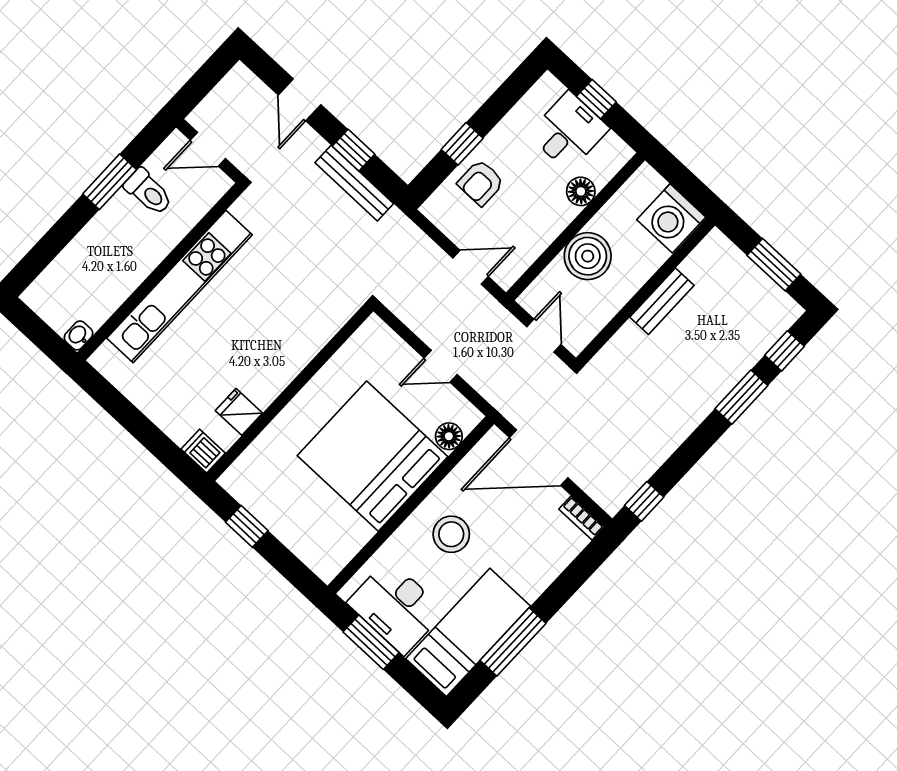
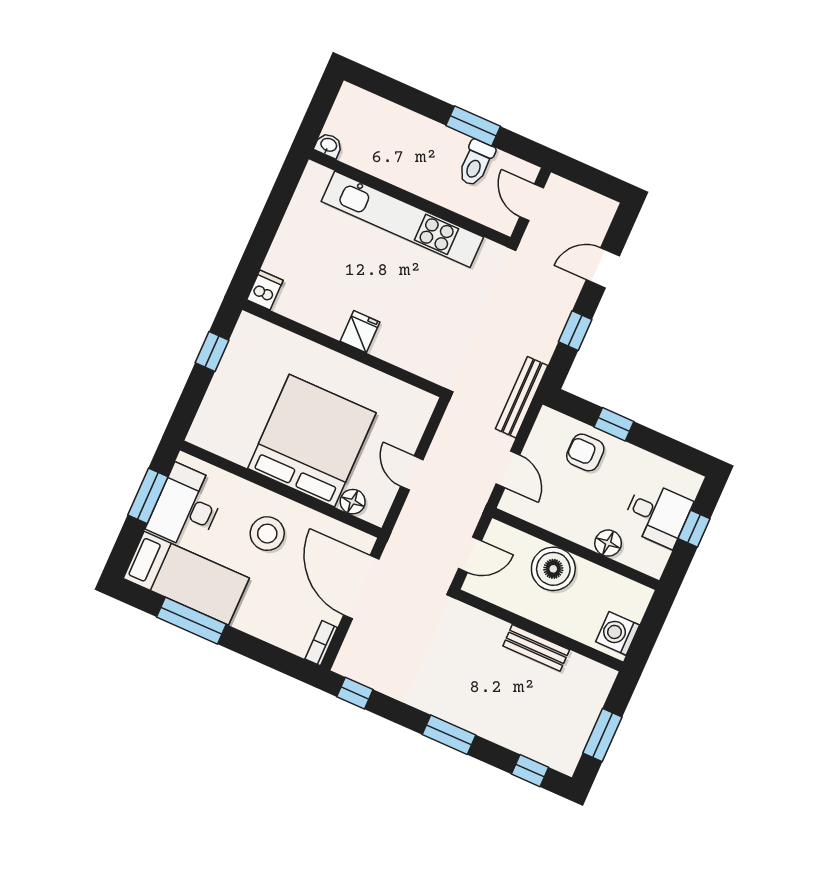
bench: (354, 183) -> (522, 397), moved
washing machine: (671, 218) -> (618, 633), width x0.73, depth x0.73
window: (741, 397) -> (449, 735), moved
fridge: (239, 412) -> (360, 332), moved

